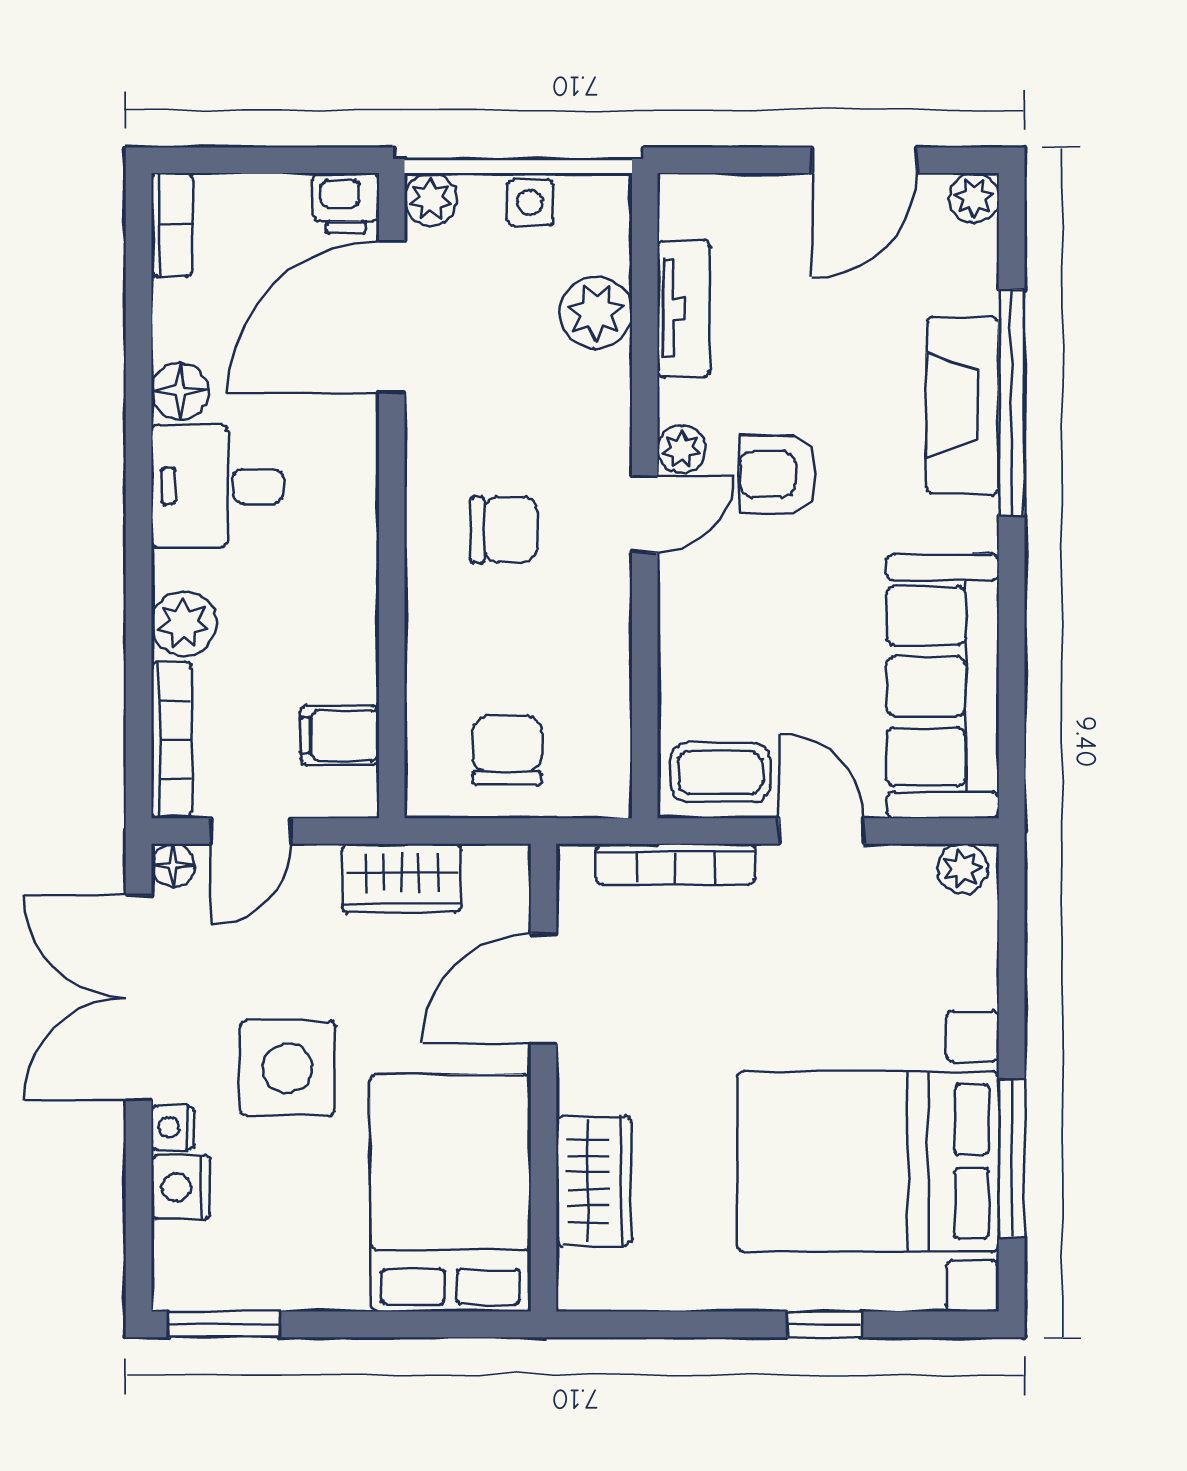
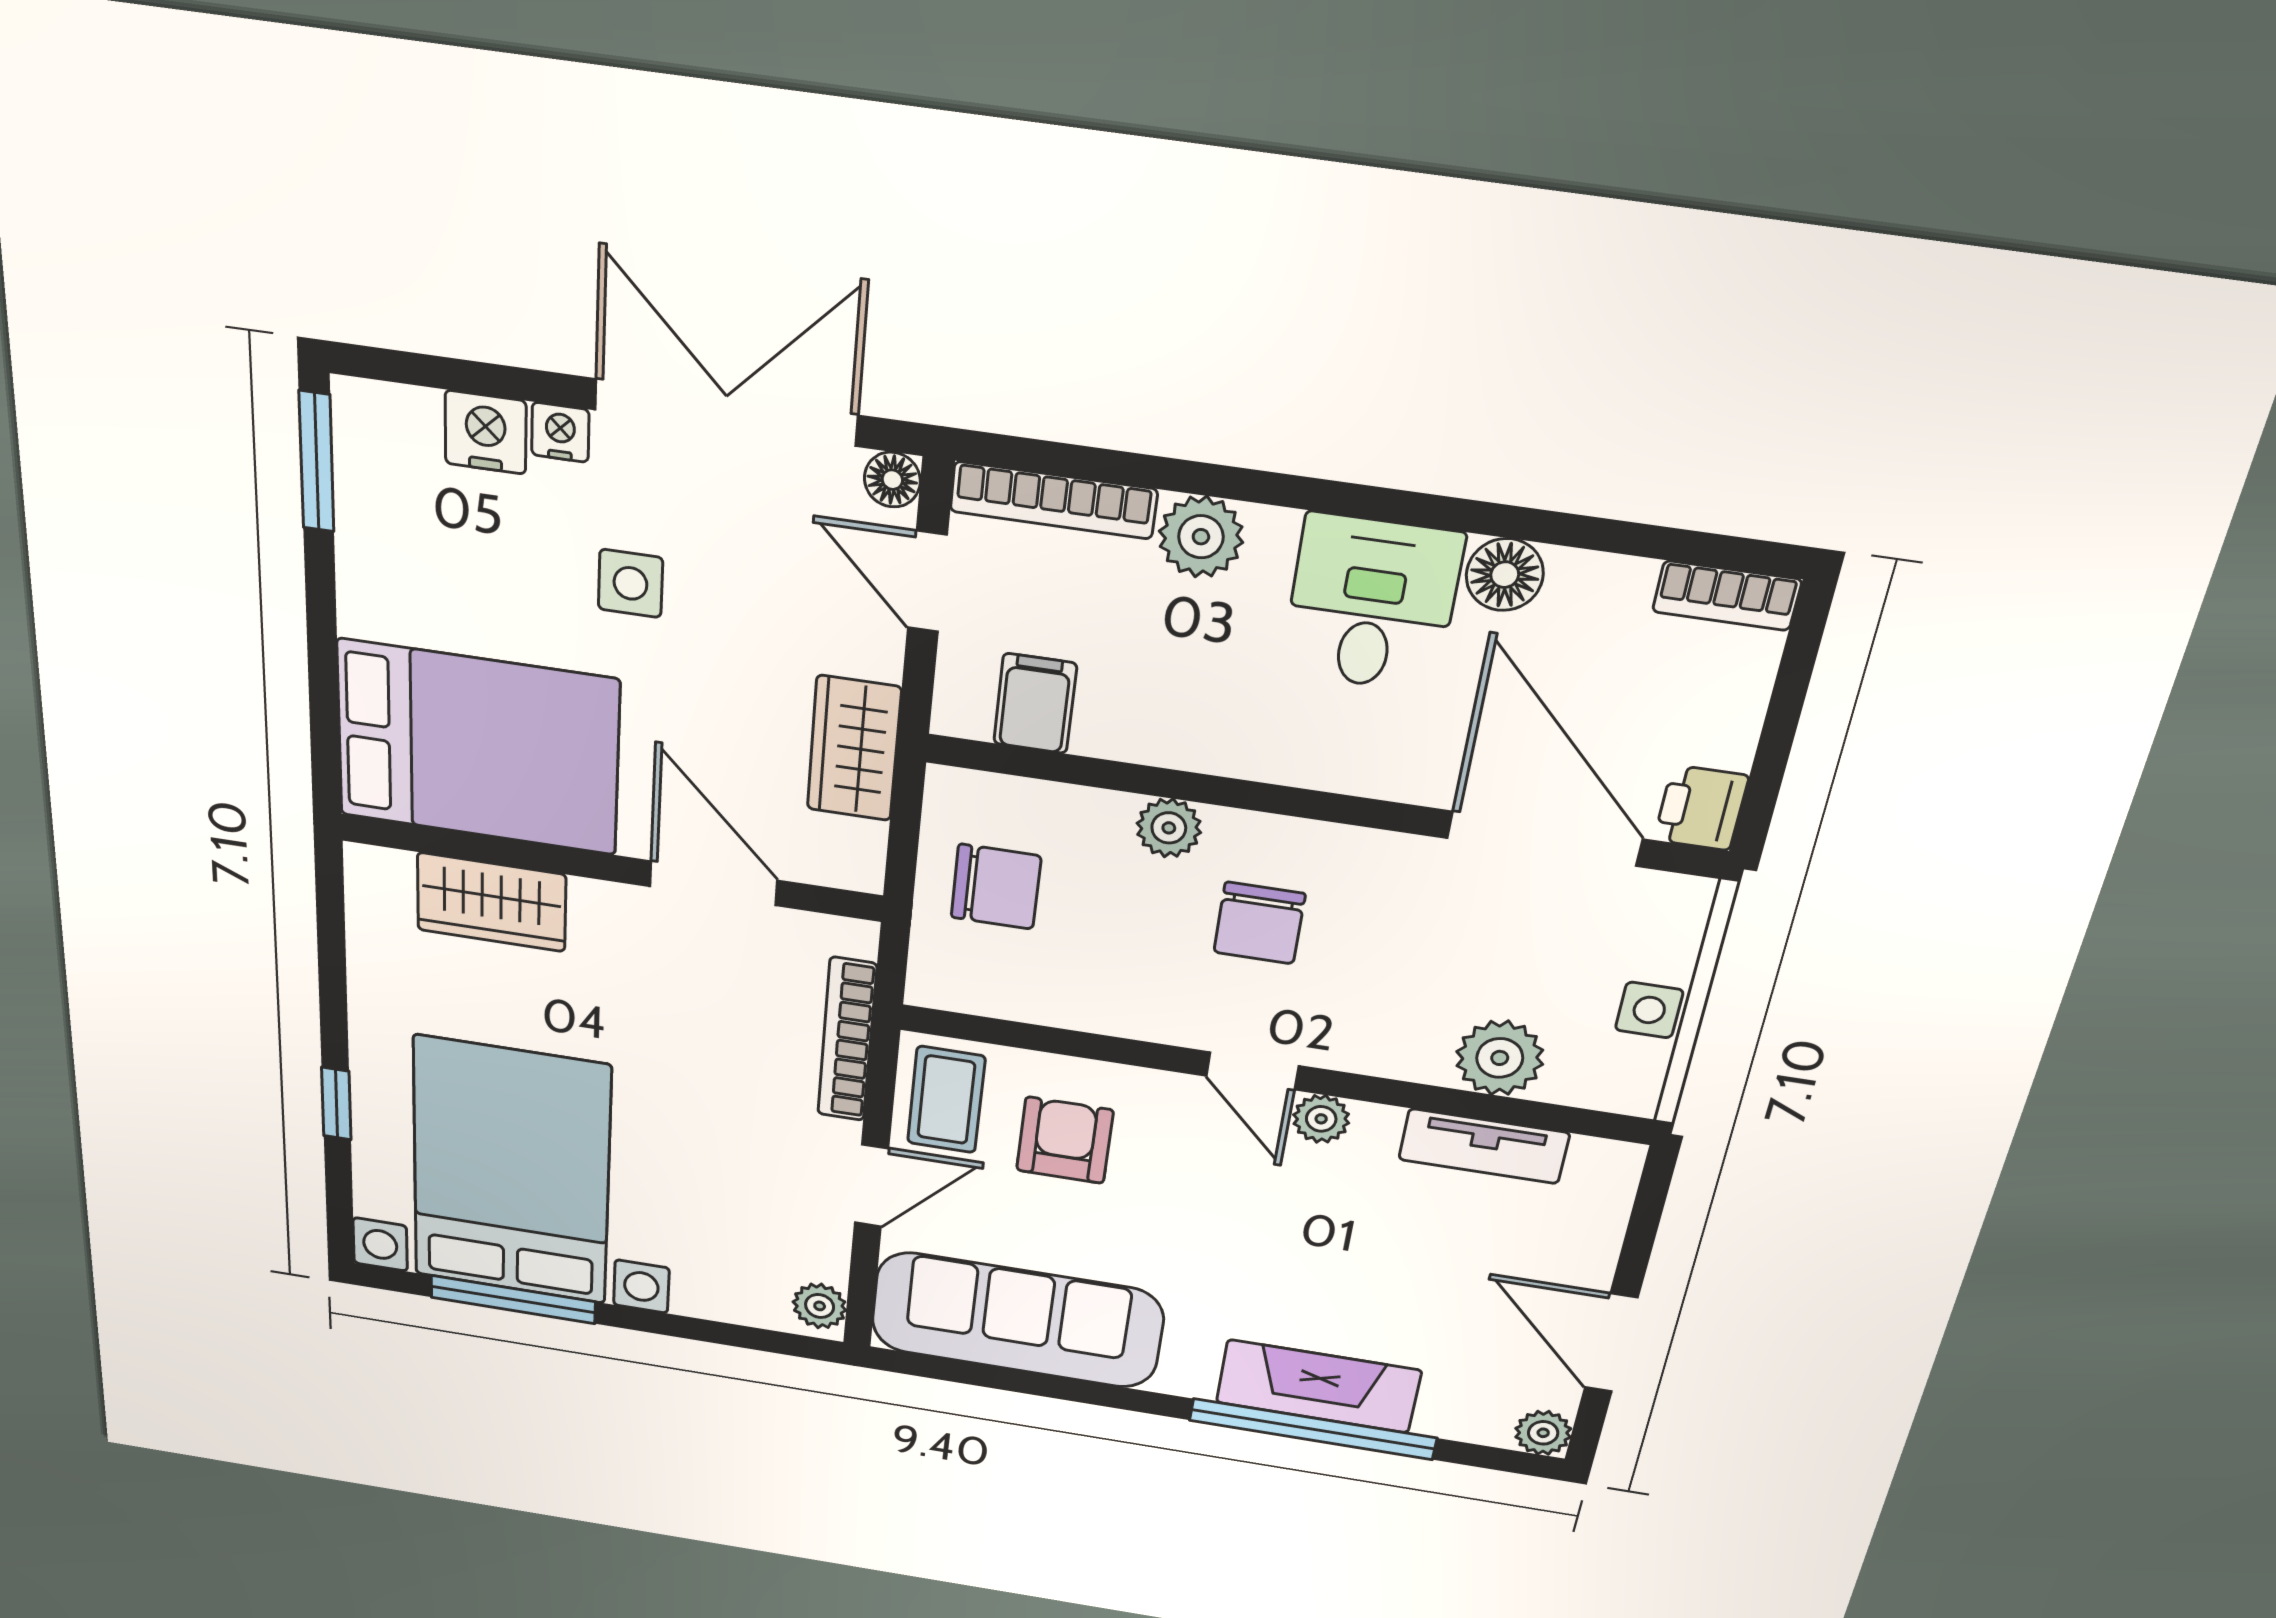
plant: (431, 199) -> (1169, 828), moved
armchair: (778, 474) -> (1065, 1140), moved
side table: (288, 1068) -> (630, 583), width x0.54, depth x0.54

